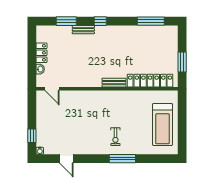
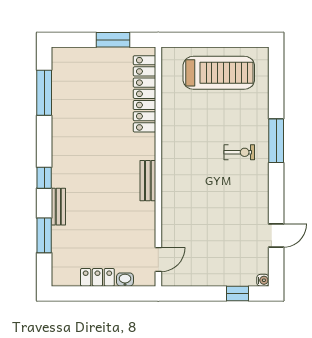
bench: (114, 83) -> (148, 181), moved

